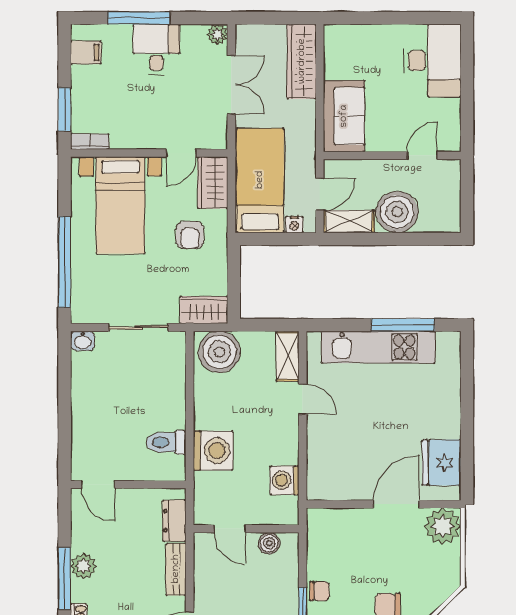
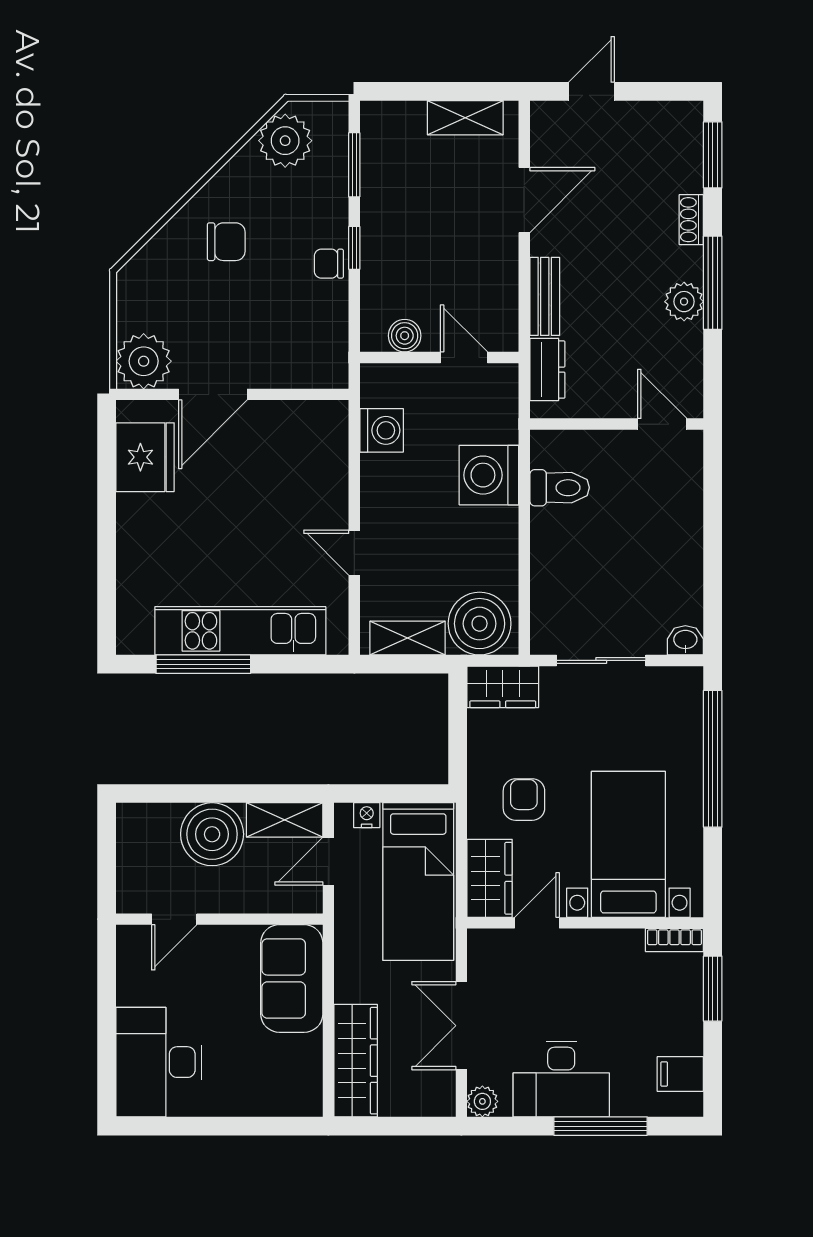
desk: (156, 49) -> (561, 1079), width x1.37
shelving: (288, 356) -> (408, 638), moved, turned 90

